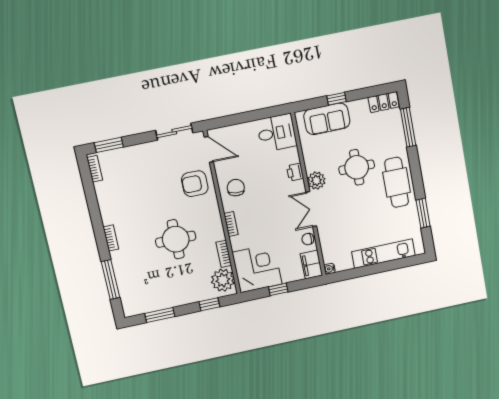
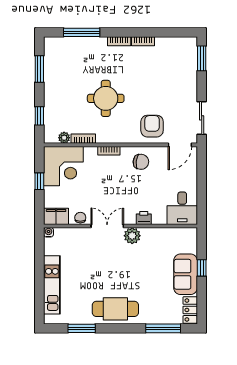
sofa: (327, 119) -> (186, 274), moved
round table: (357, 167) -> (137, 275), removed
bookcase: (95, 169) -> (143, 41), moved
plant: (223, 280) -> (64, 138), width x0.53, depth x0.53

